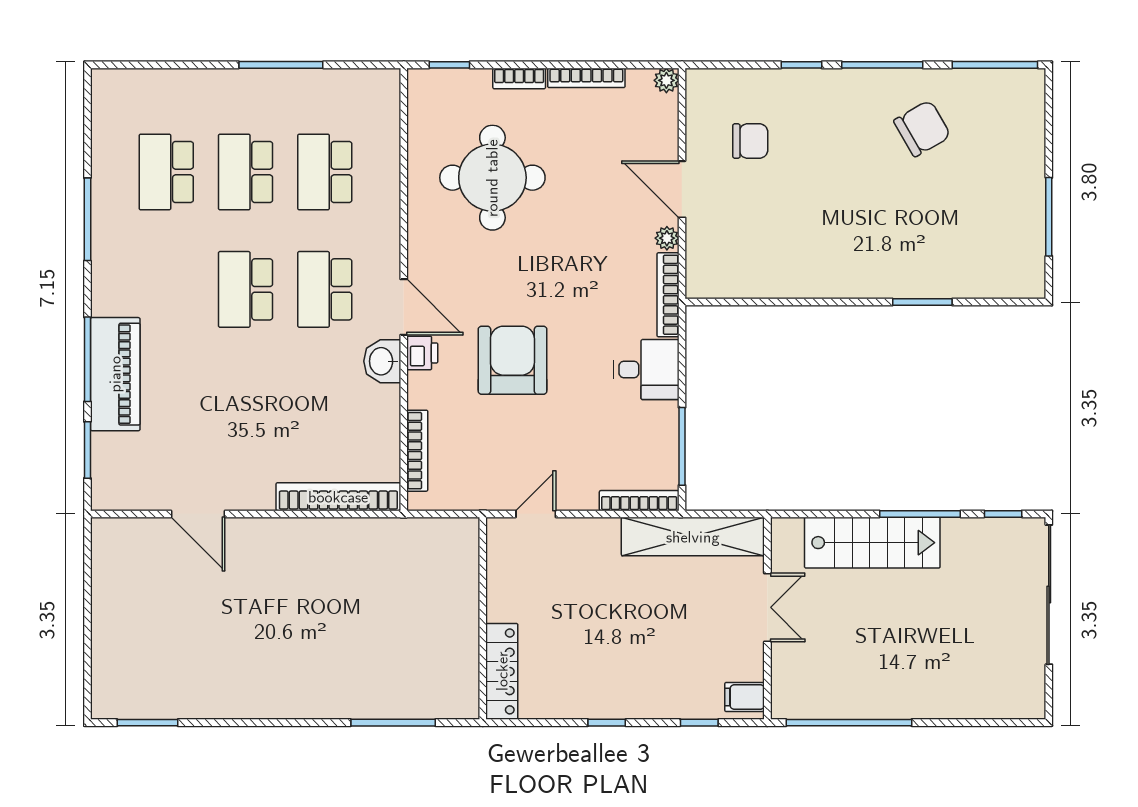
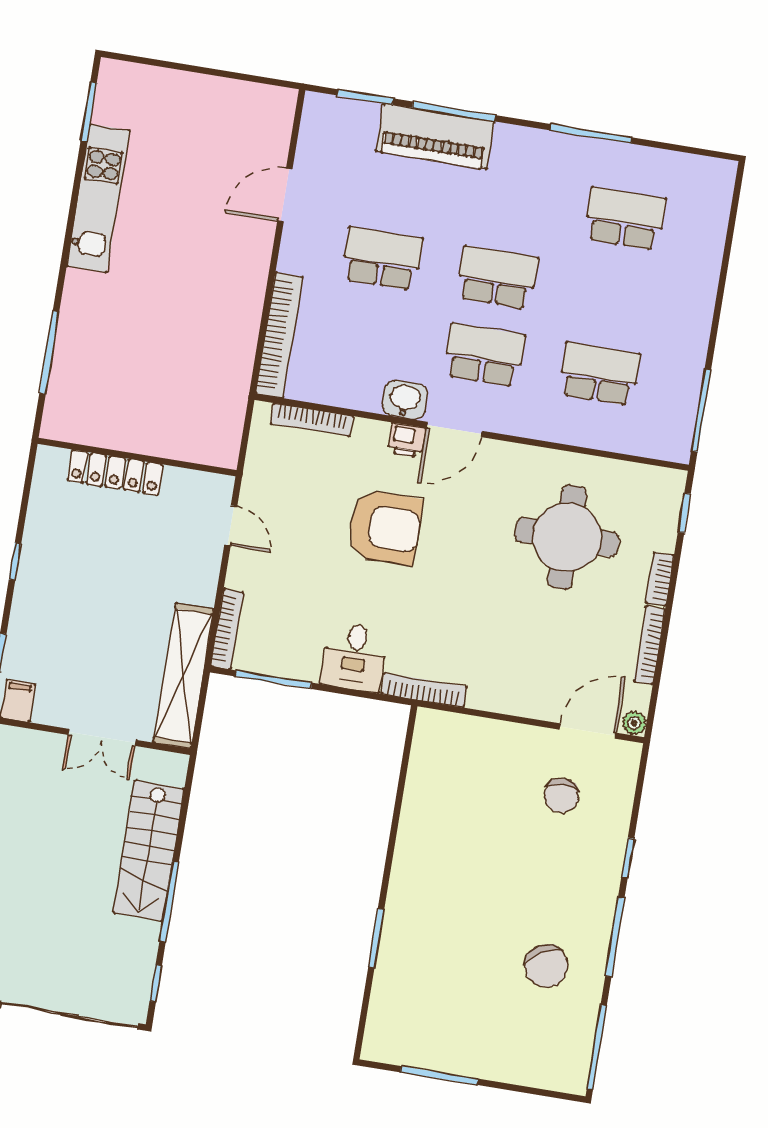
window: (281, 65) -> (701, 411), moved
school desk: (246, 172) -> (382, 259), moved
door: (682, 189) -> (588, 731), moved
plant: (667, 238) -> (480, 698), removed
locker: (502, 671) -> (115, 473), moved
kitchen unit: (232, 699) -> (98, 198), added

